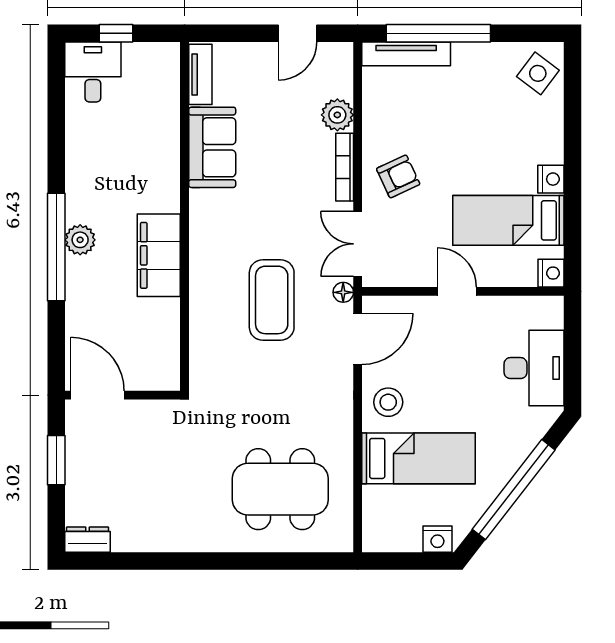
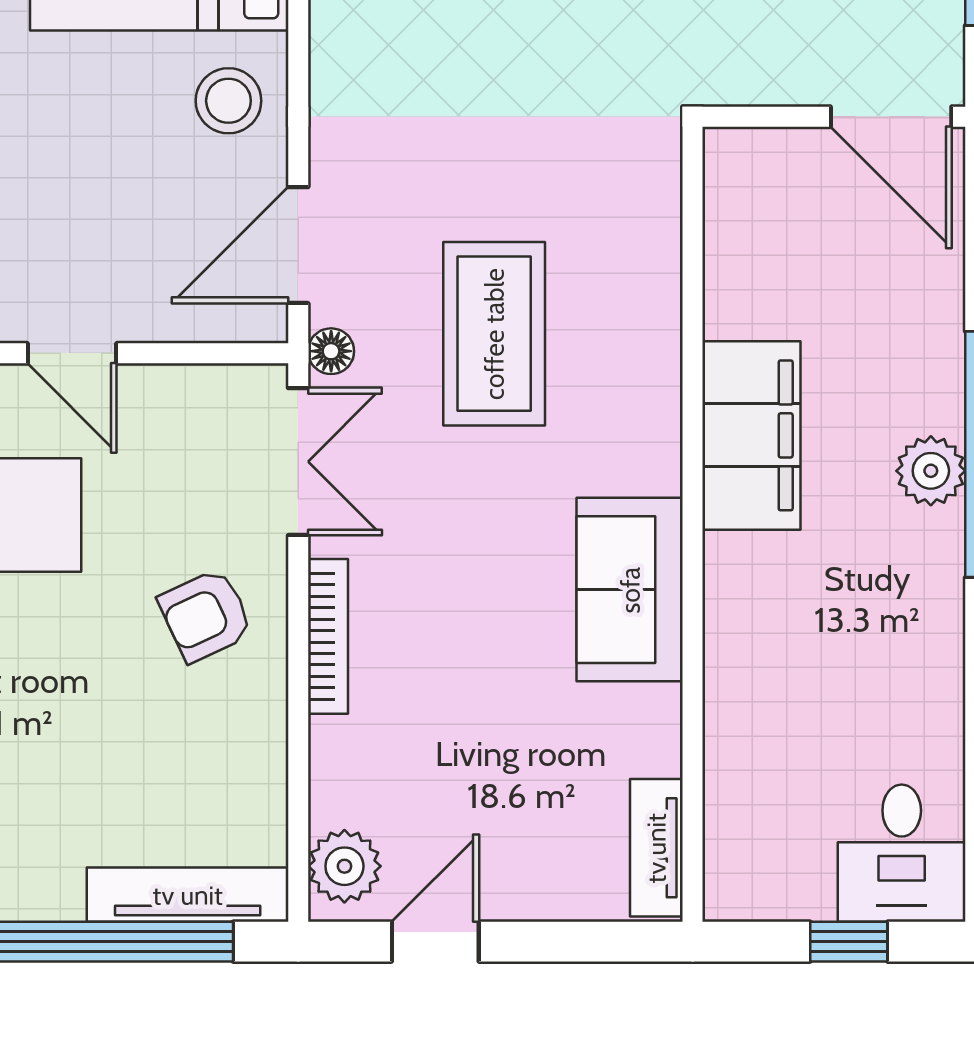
plant: (337, 115) -> (344, 866), moved
sofa: (212, 147) -> (630, 590), moved

